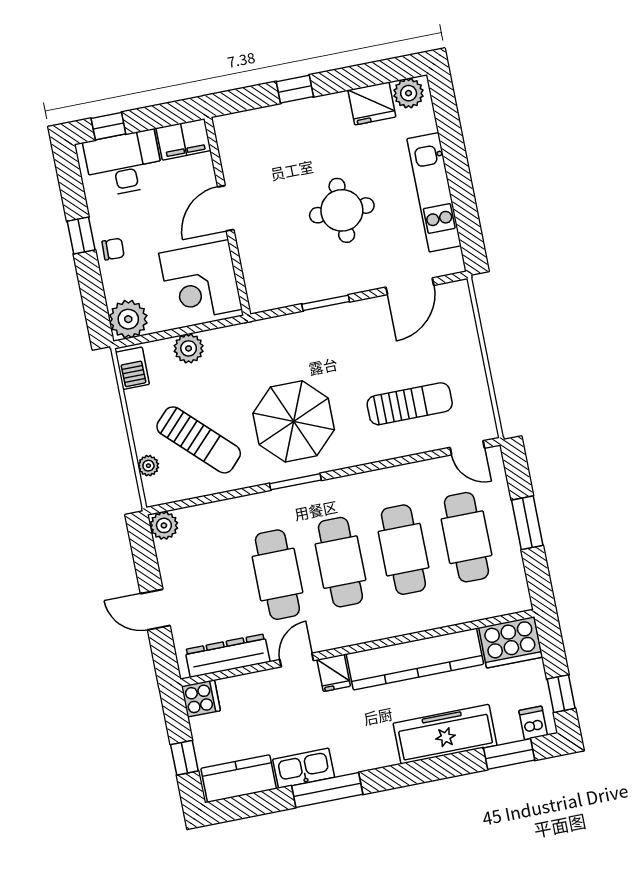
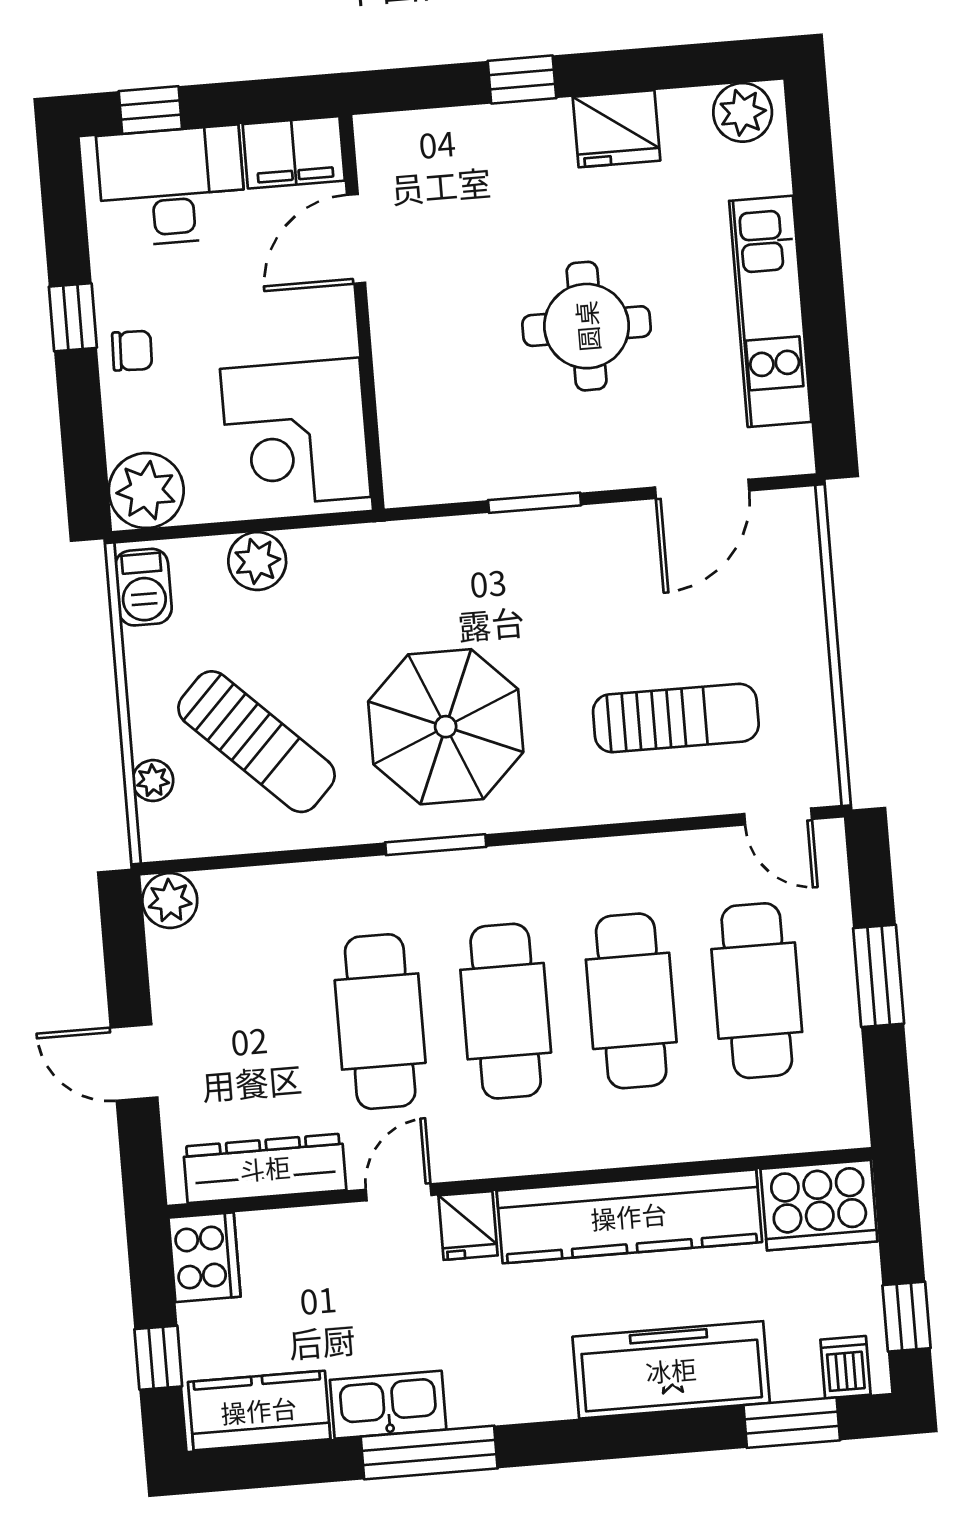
fridge: (372, 103) -> (617, 129), moved
door: (226, 208) -> (356, 239), moved
cooker: (201, 698) -> (204, 1257), width x1.36

